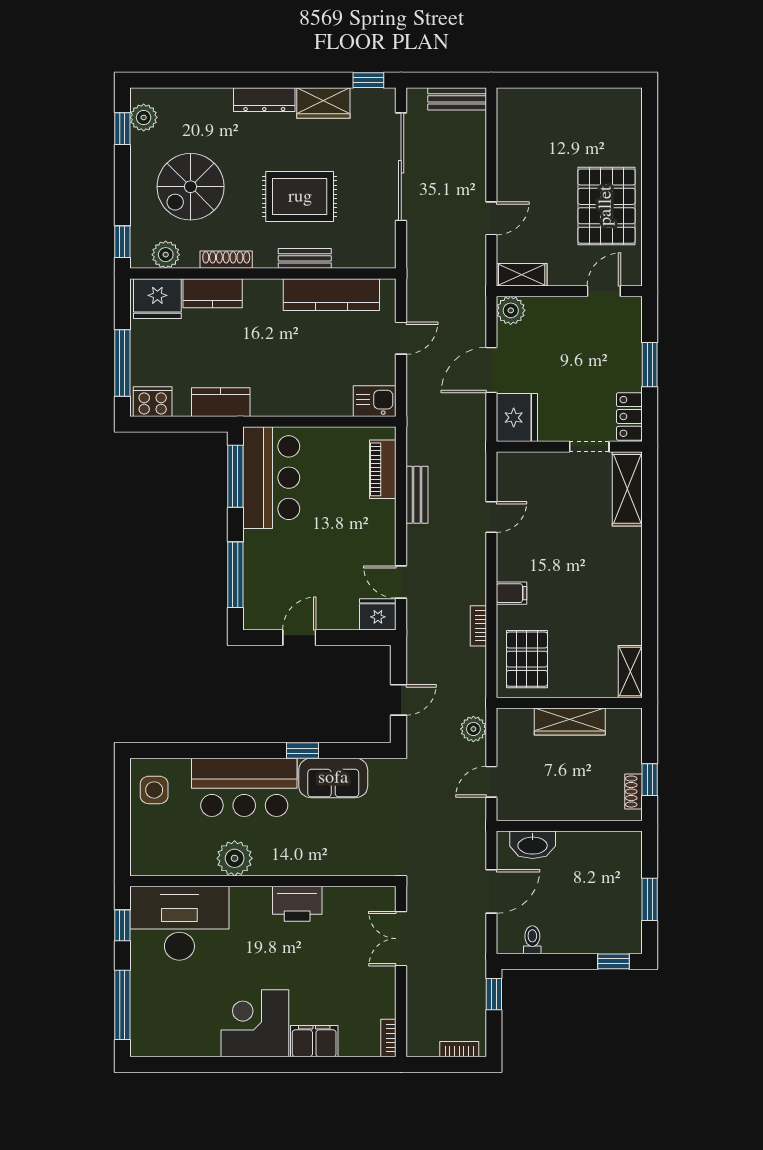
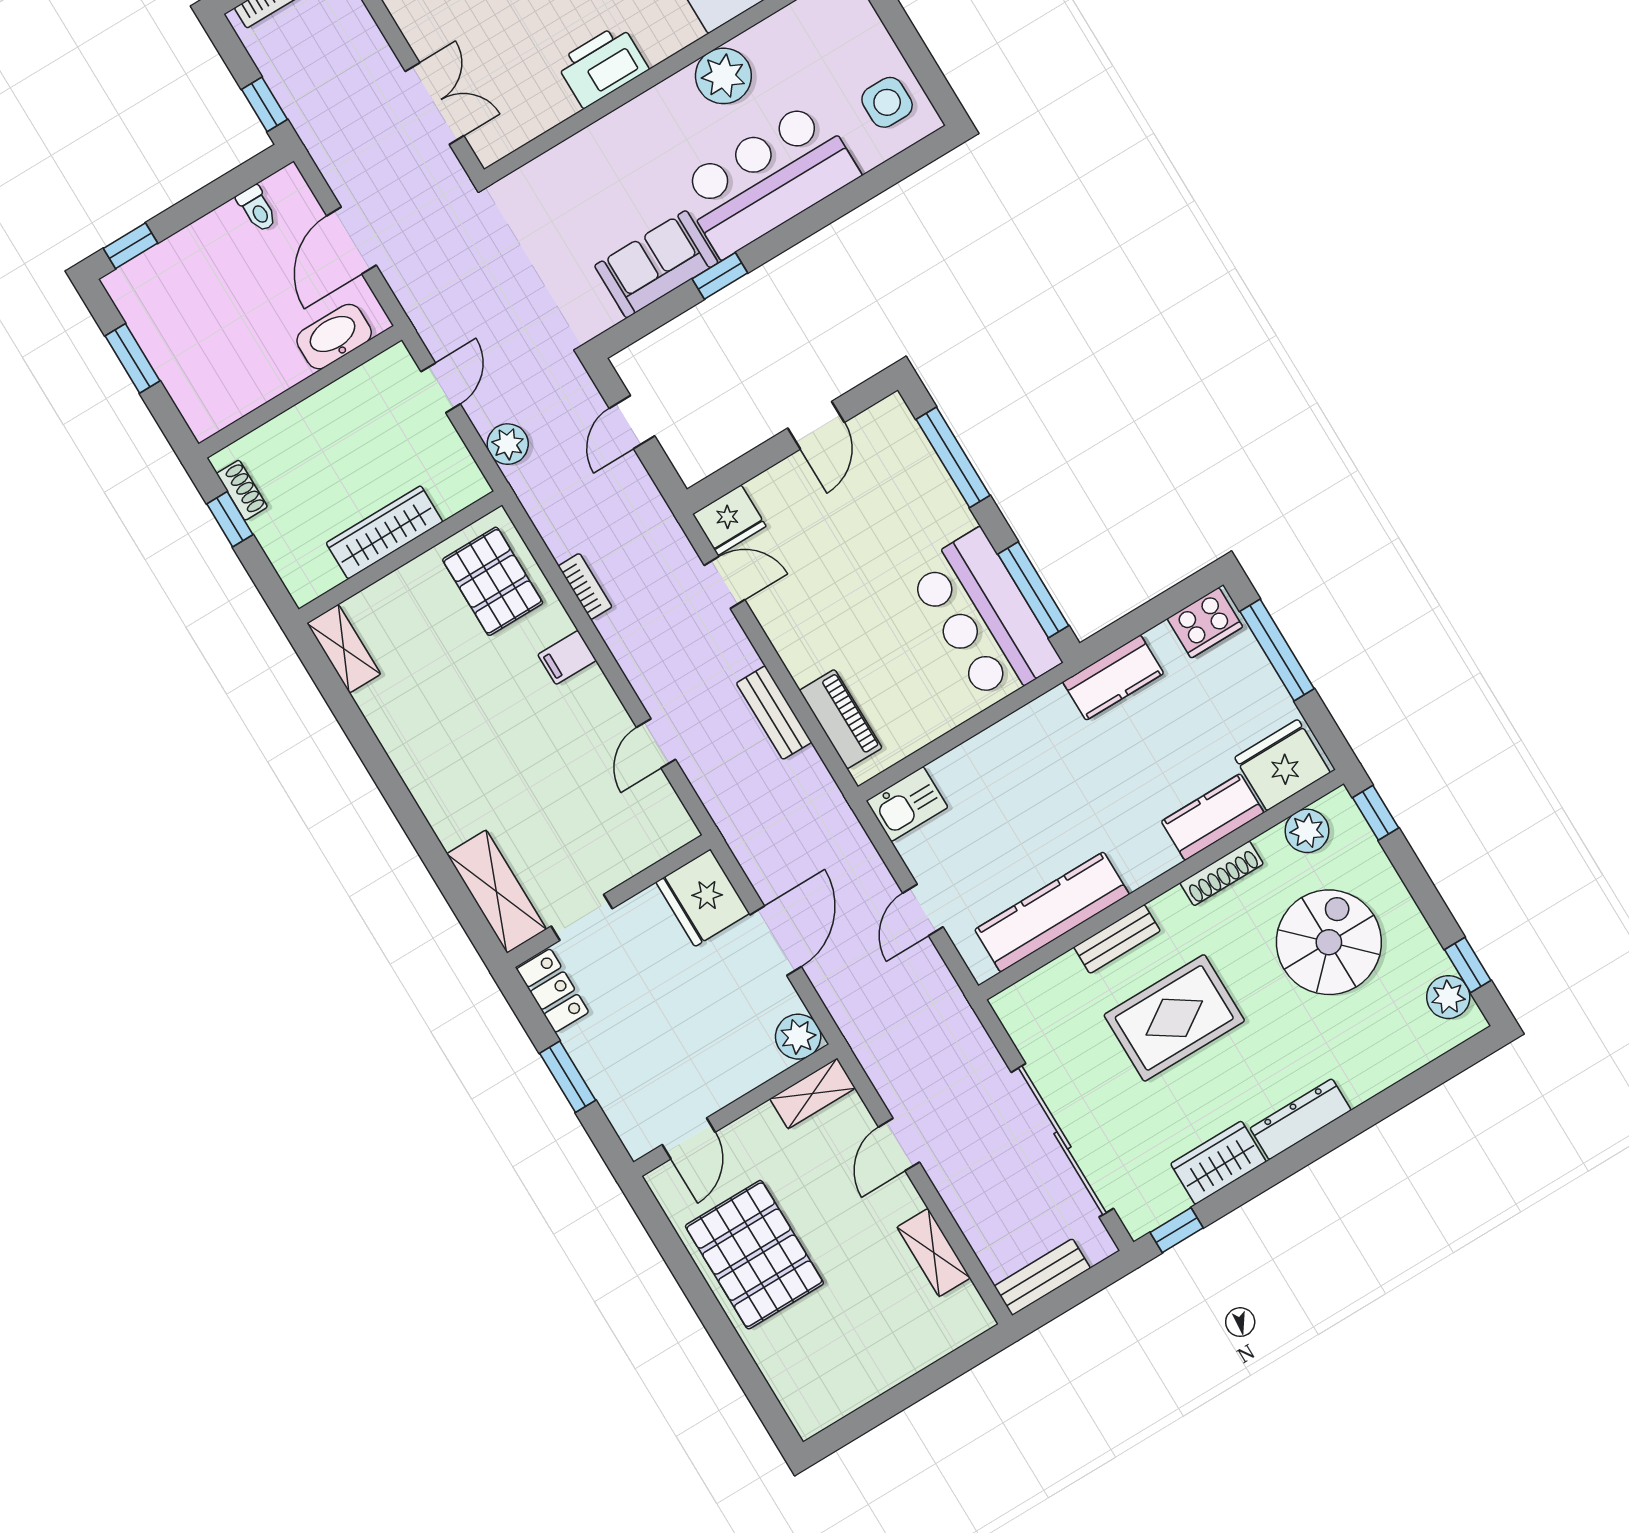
shelving: (508, 148) -> (934, 1253), added

